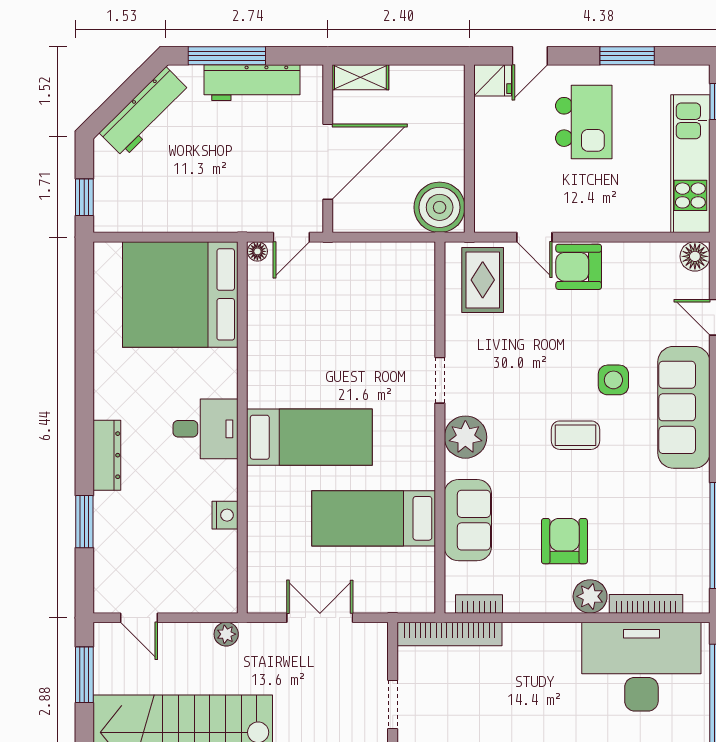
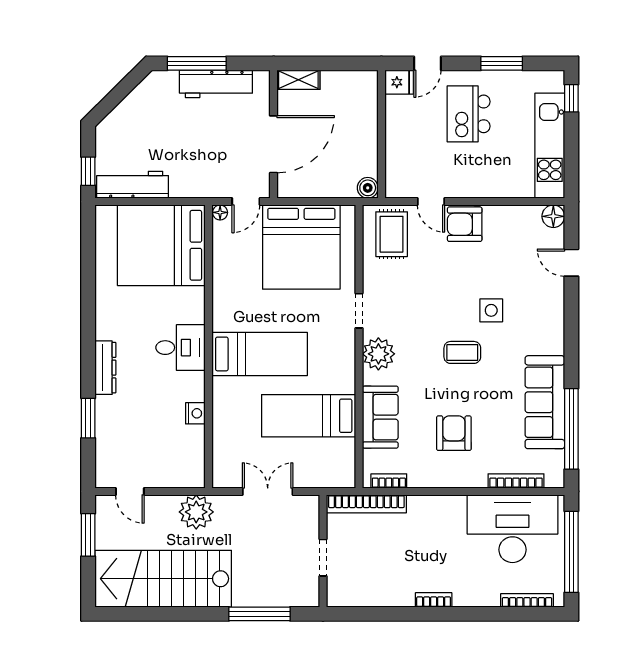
workbench: (145, 112) -> (133, 185), moved, turned -135
kitchen island: (584, 122) -> (469, 114), turned 180
boiler: (440, 207) -> (368, 188), width x0.54, depth x0.54
bed: (364, 297) -> (301, 247), added
sofa: (684, 407) -> (545, 402), moved
plant: (590, 596) -> (473, 475), removed
plant: (226, 634) -> (196, 512), width x1.88, depth x1.88

